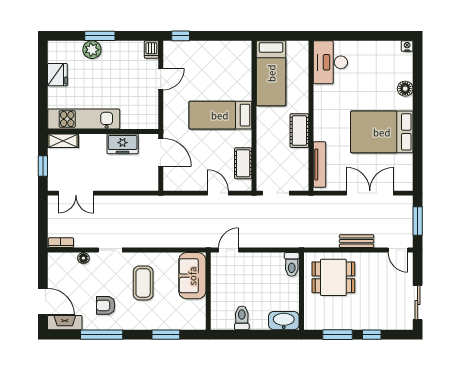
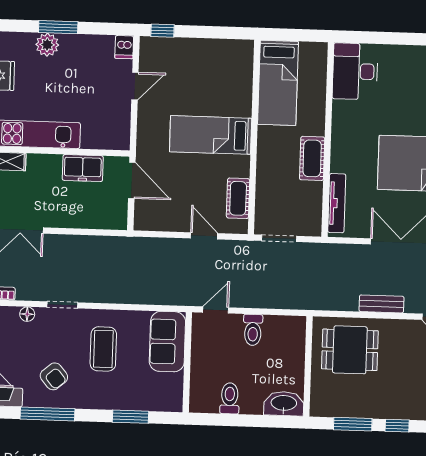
toilet: (292, 264) -> (253, 330), moved
armchair: (106, 305) -> (54, 376), turned -130

